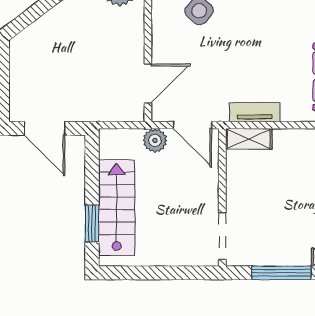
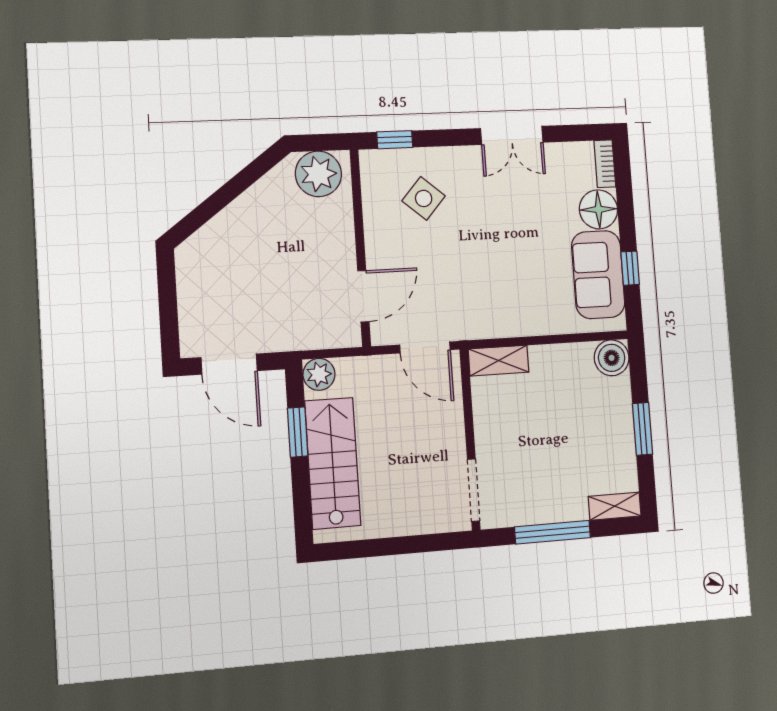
tv unit: (255, 112) -> (504, 326), removed
plant: (155, 140) -> (319, 374), moved
window: (92, 223) -> (298, 432), moved

